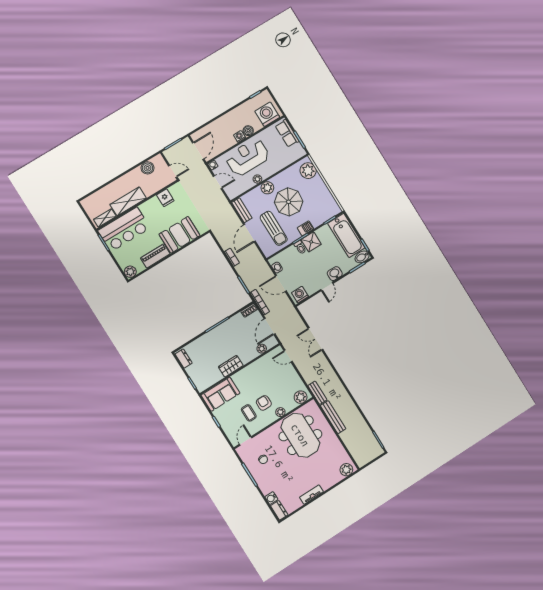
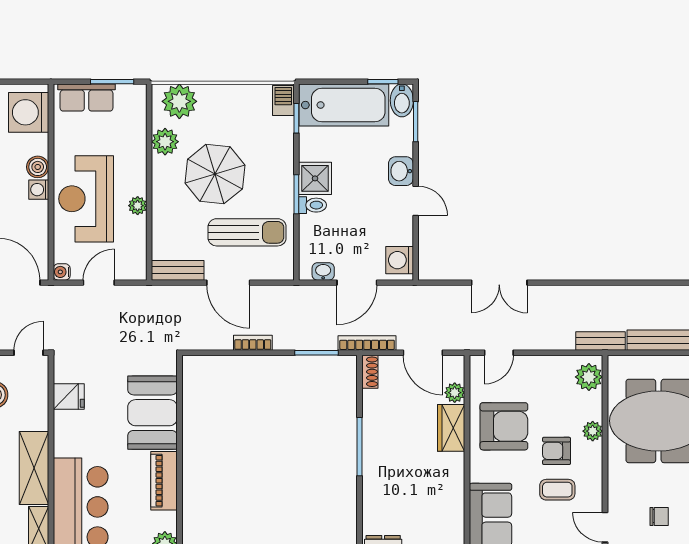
plant: (267, 188) -> (165, 142), moved
barbecue: (305, 228) -> (283, 101), moved
wardrobe: (231, 366) -> (451, 428), moved
armchair: (261, 376) -> (504, 426), added

